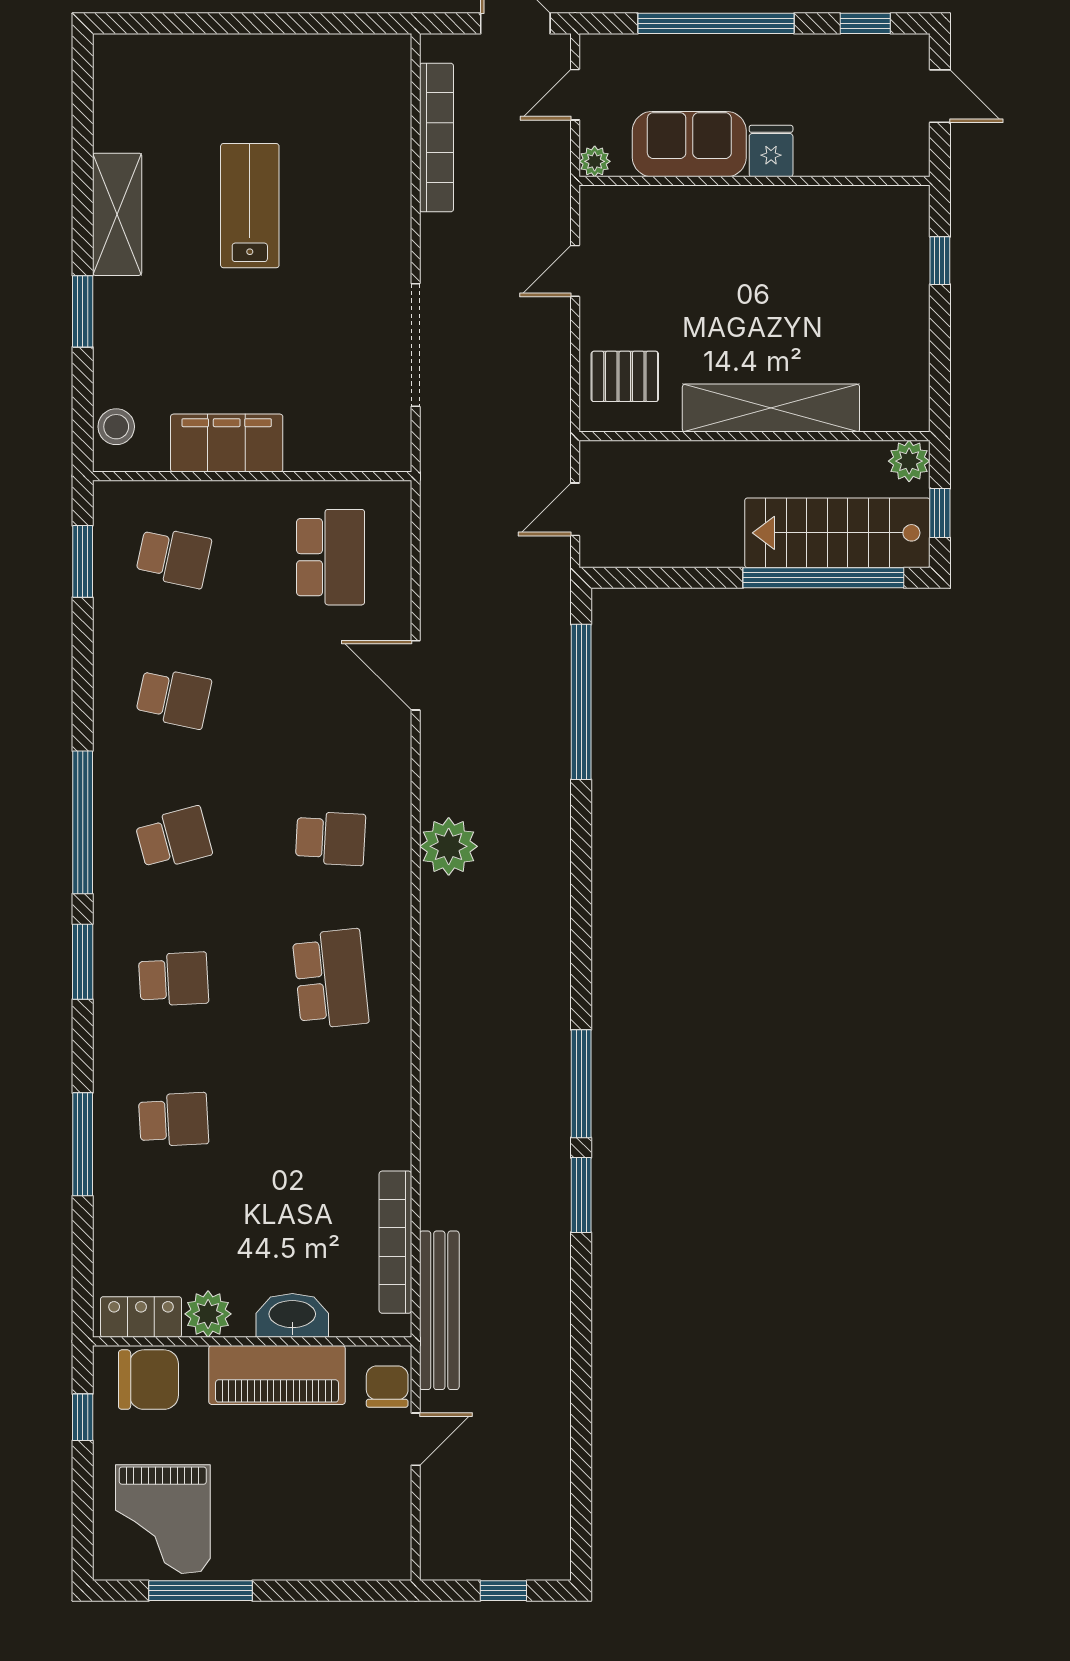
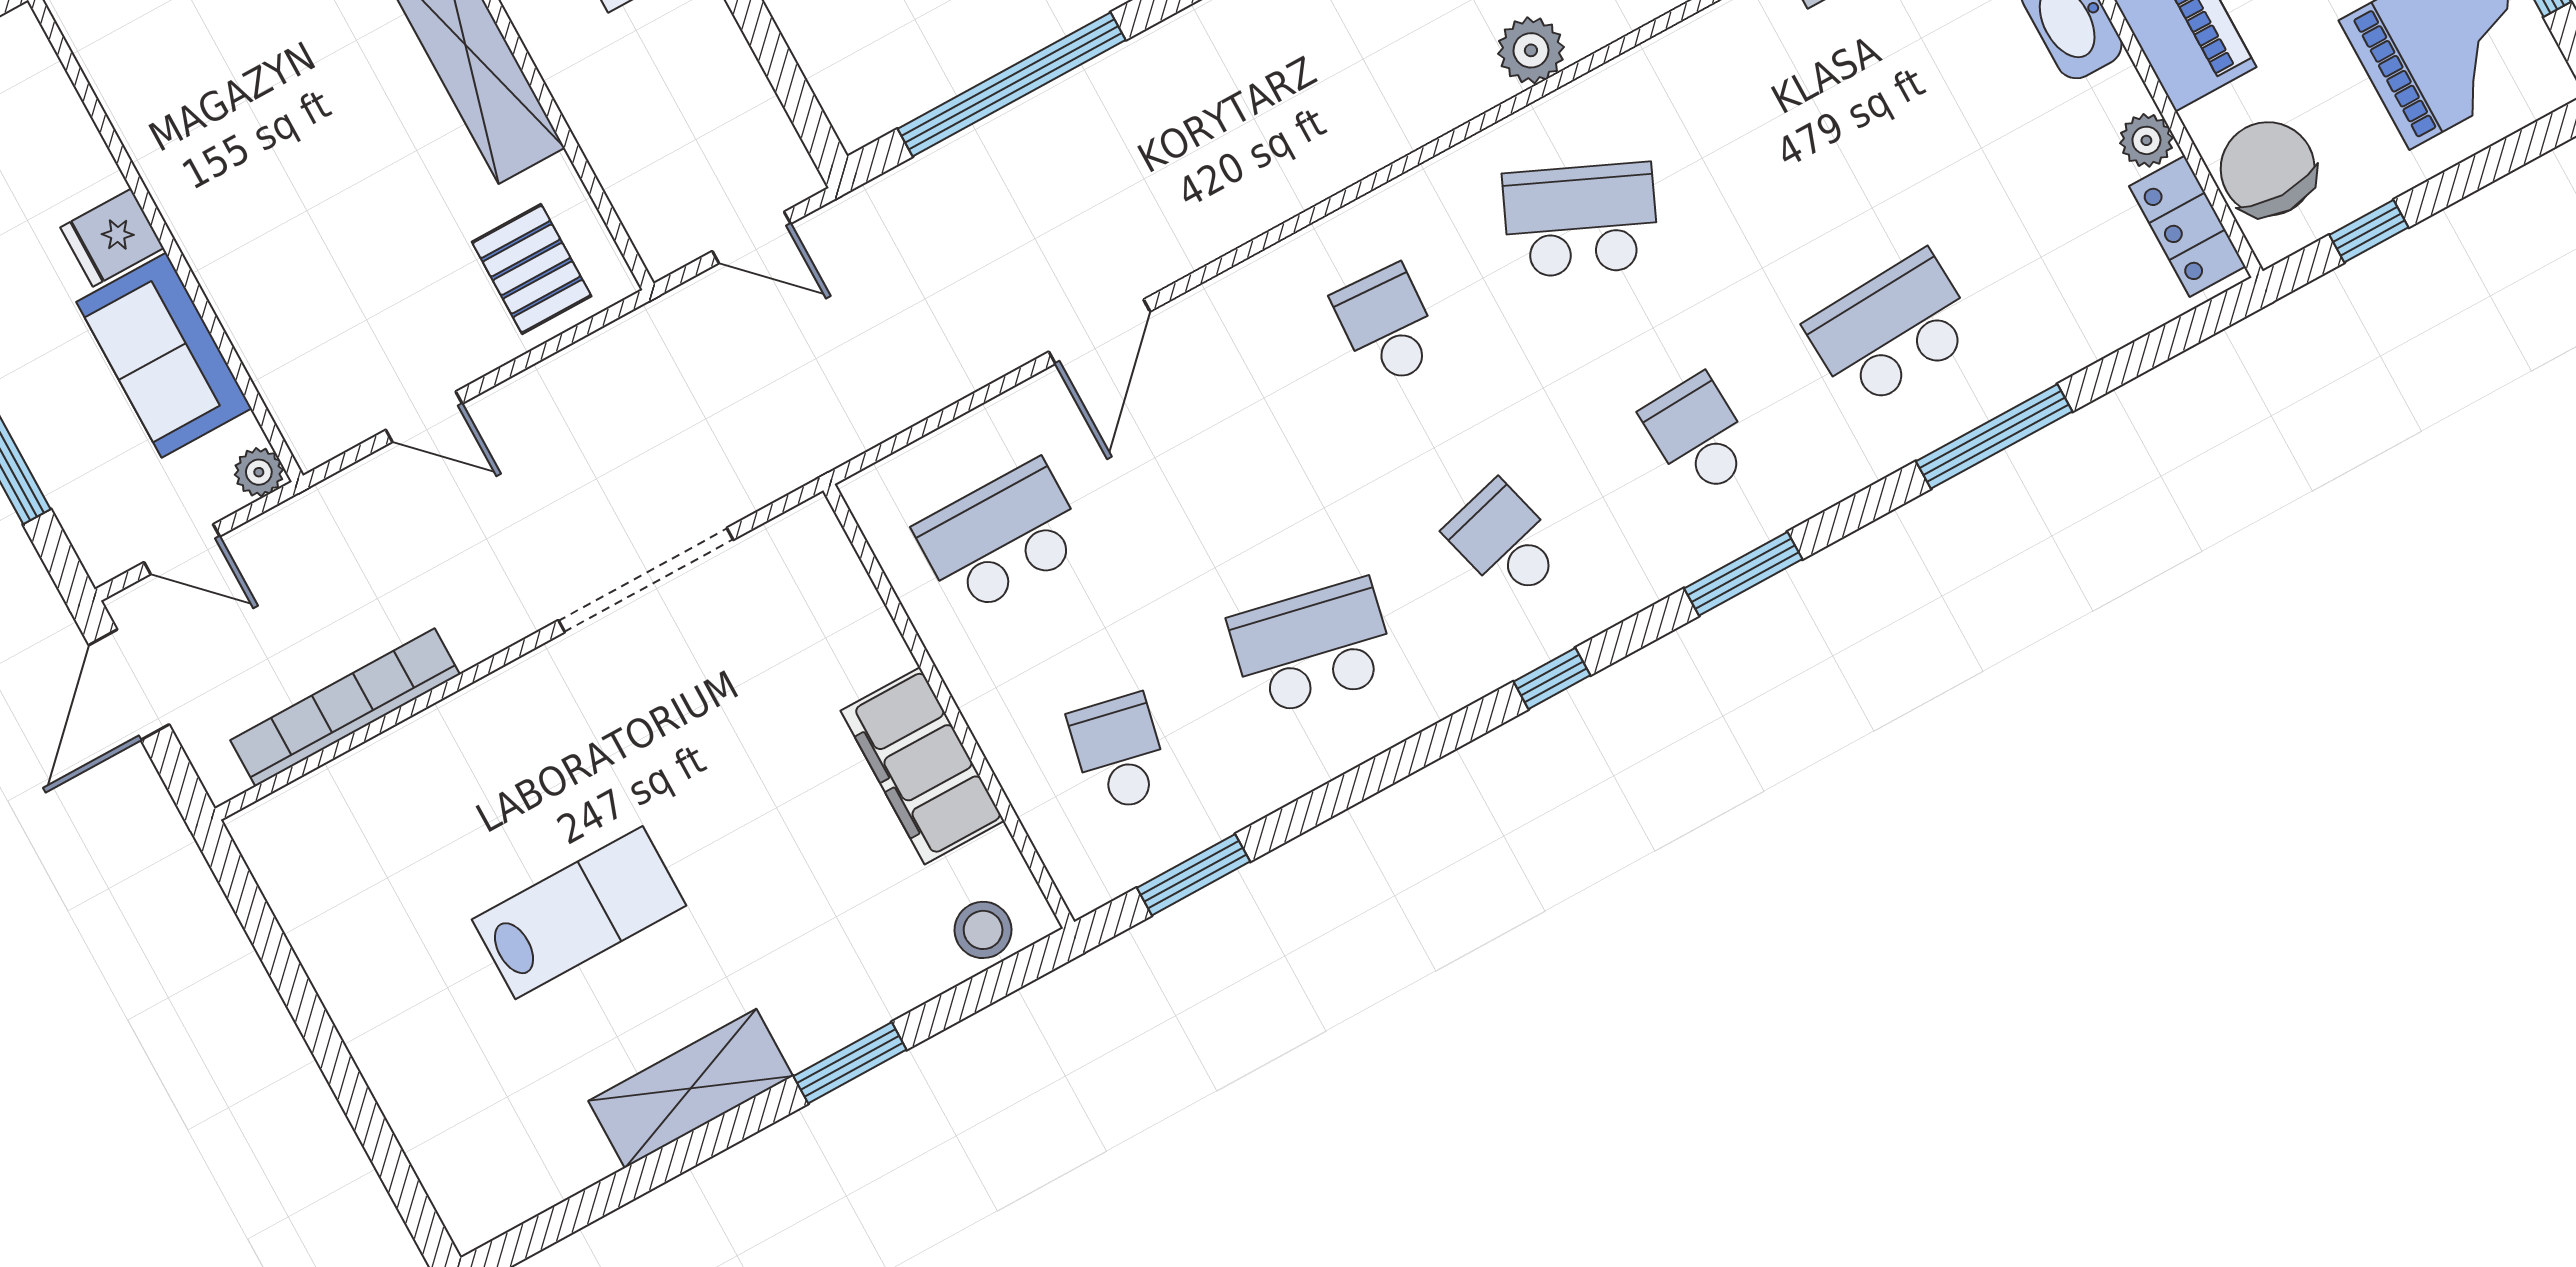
lab bench: (250, 206) -> (579, 913), turned 180
school desk: (174, 698) -> (1312, 647), width x1.85
window: (83, 822) -> (1552, 678), width x0.32
plant: (449, 846) -> (1531, 50), moved, width x0.73, depth x0.73
school desk: (331, 979) -> (1581, 220), turned 30
school desk: (174, 1120) -> (1892, 330), width x1.85
plant: (208, 1314) -> (2146, 140), width x0.73, depth x0.73

